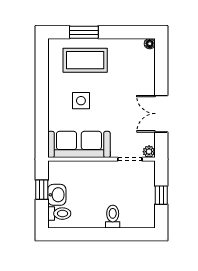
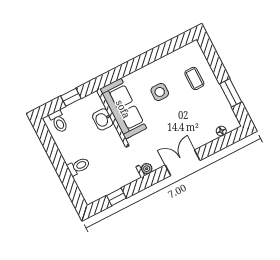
window: (84, 32) -> (231, 93), moved
floor lamp: (150, 44) -> (221, 131), moved
coffee table: (85, 60) -> (194, 78), width x0.54, depth x0.58
washbasin: (57, 195) -> (103, 119), moved, turned 90

